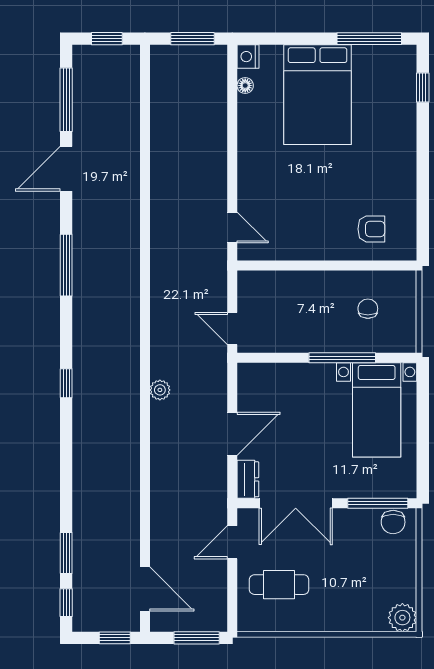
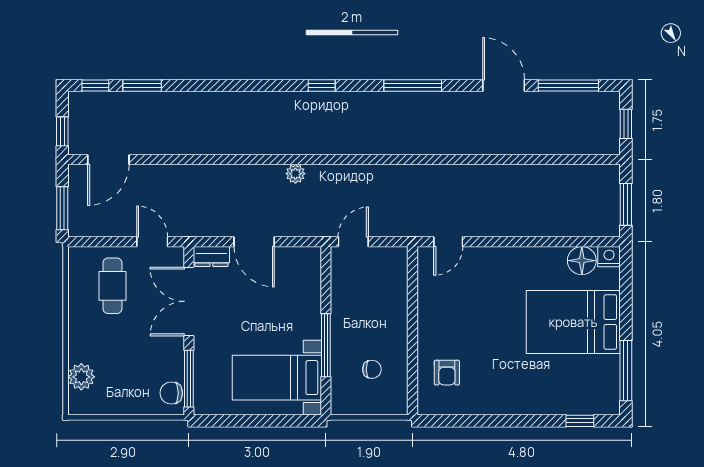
floor lamp: (245, 86) -> (582, 261), width x1.89, depth x1.89
window: (66, 383) -> (322, 85), moved
plant: (402, 618) -> (81, 377), moved

